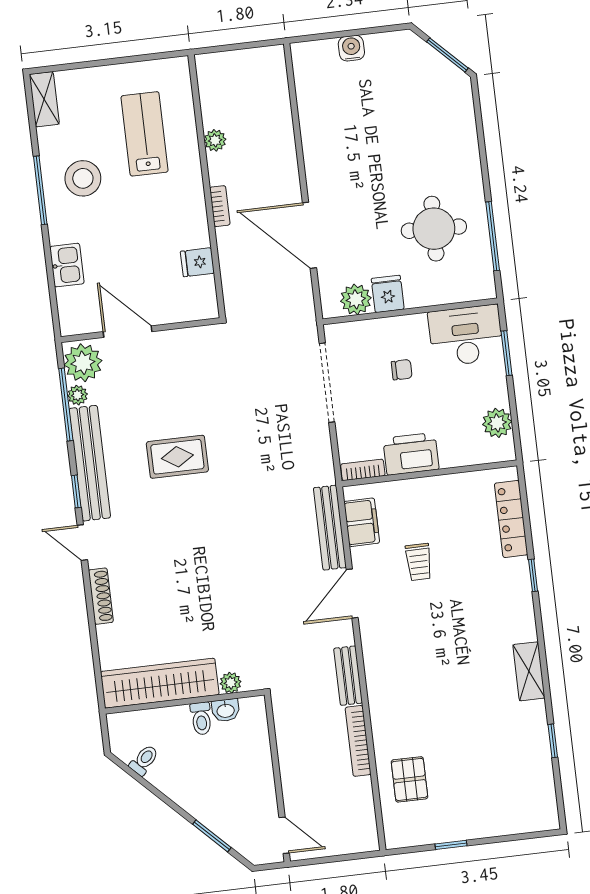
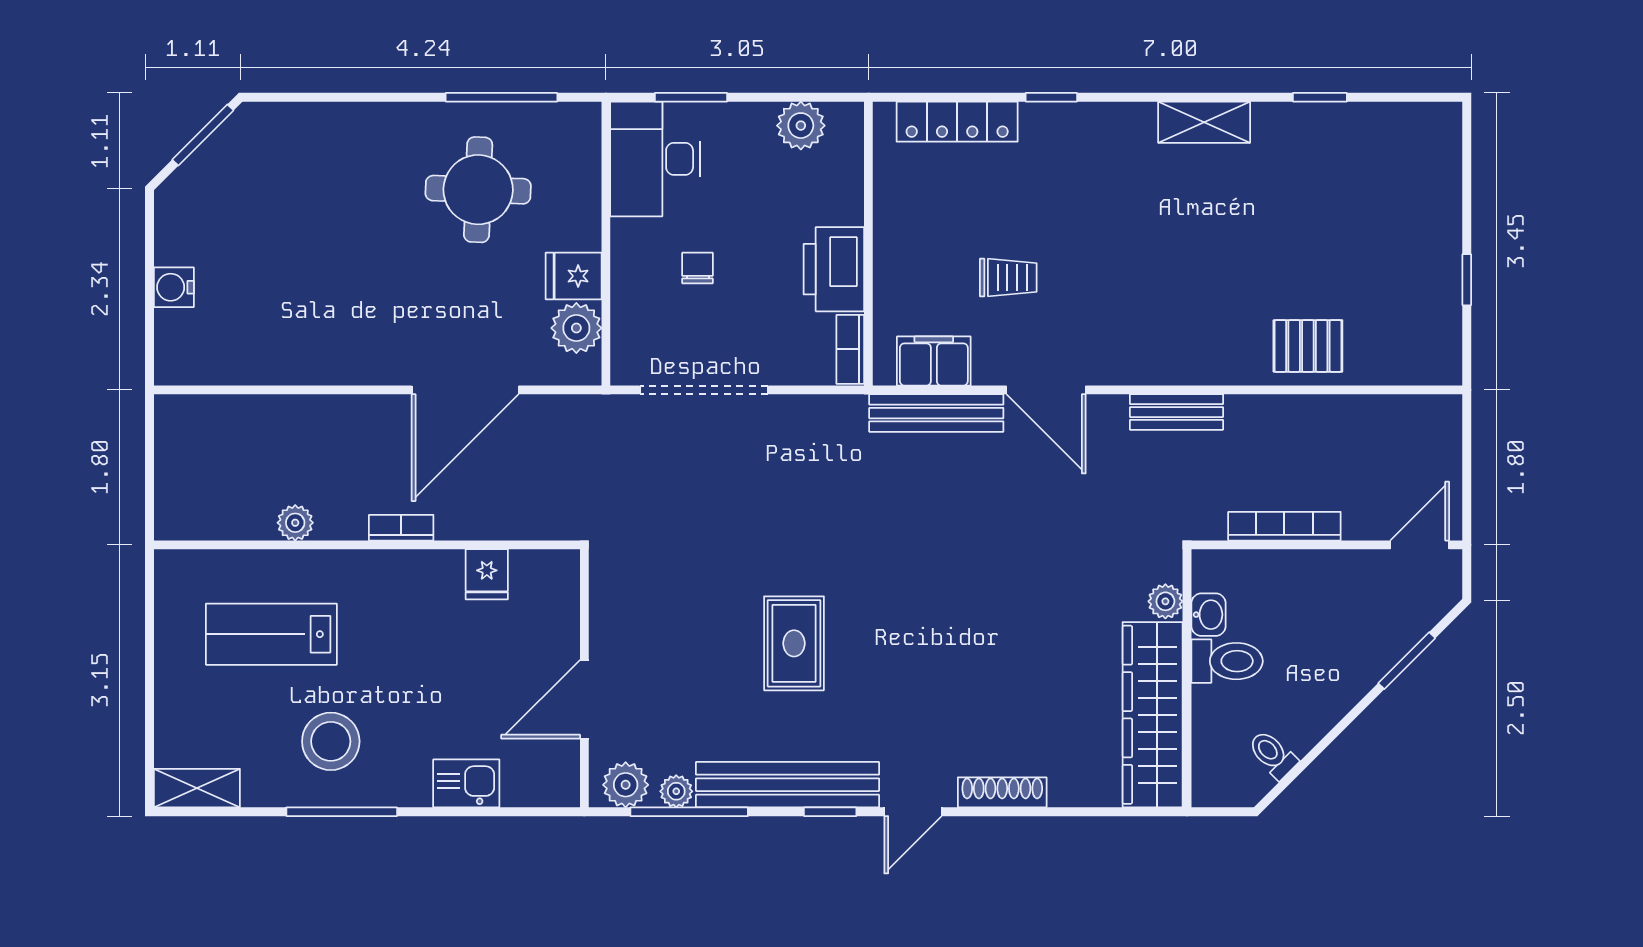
plant: (83, 363) -> (626, 785), width x0.73, depth x0.73
toilet: (201, 719) -> (1227, 661), width x1.37, depth x1.39
bookcase: (358, 741) -> (1284, 526), moved, turned 180
pallet: (409, 779) -> (1308, 346), moved

